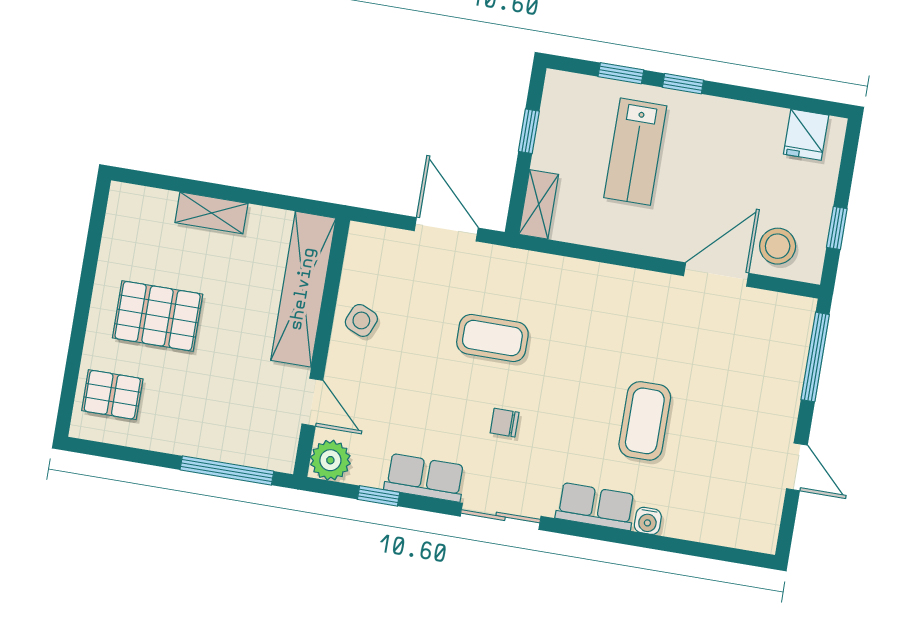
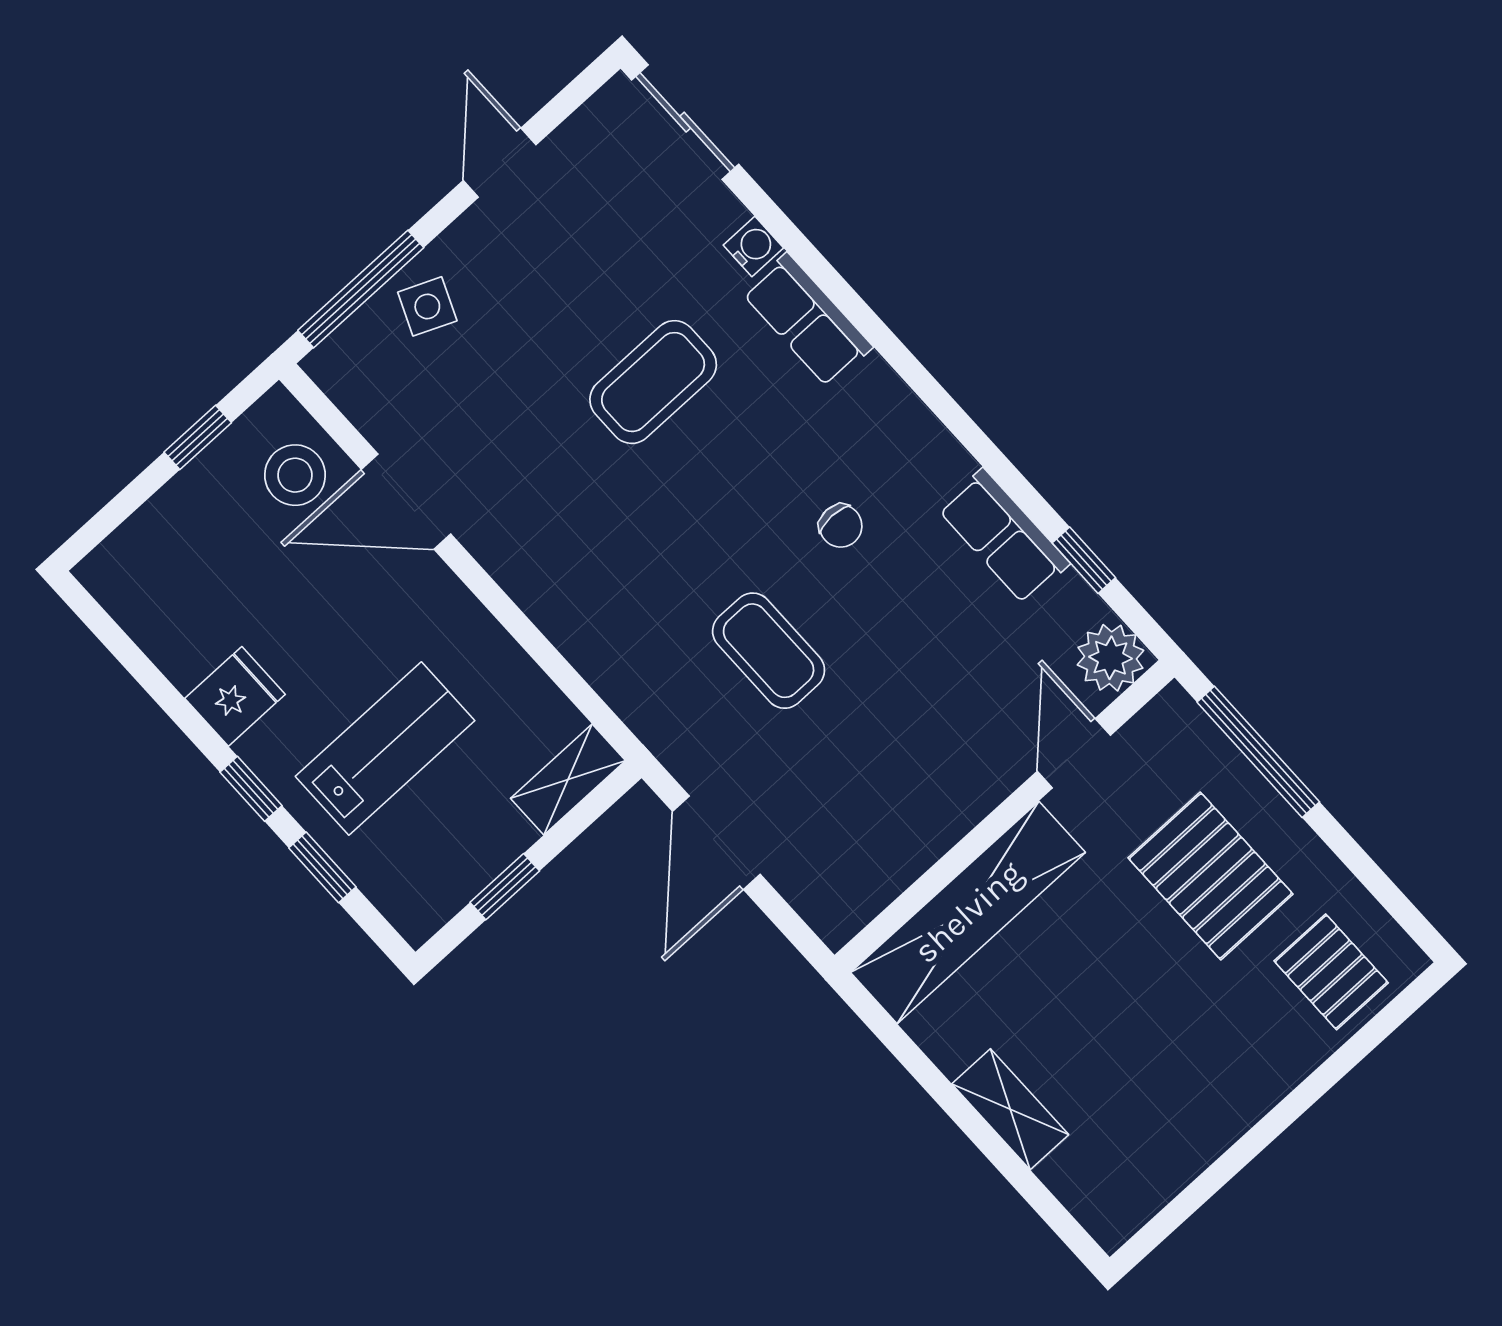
fridge: (806, 135) -> (235, 696), moved
pallet: (158, 316) -> (1211, 876), moved
side table: (361, 320) -> (427, 306), moved
sliding door: (501, 516) -> (685, 122), moved

